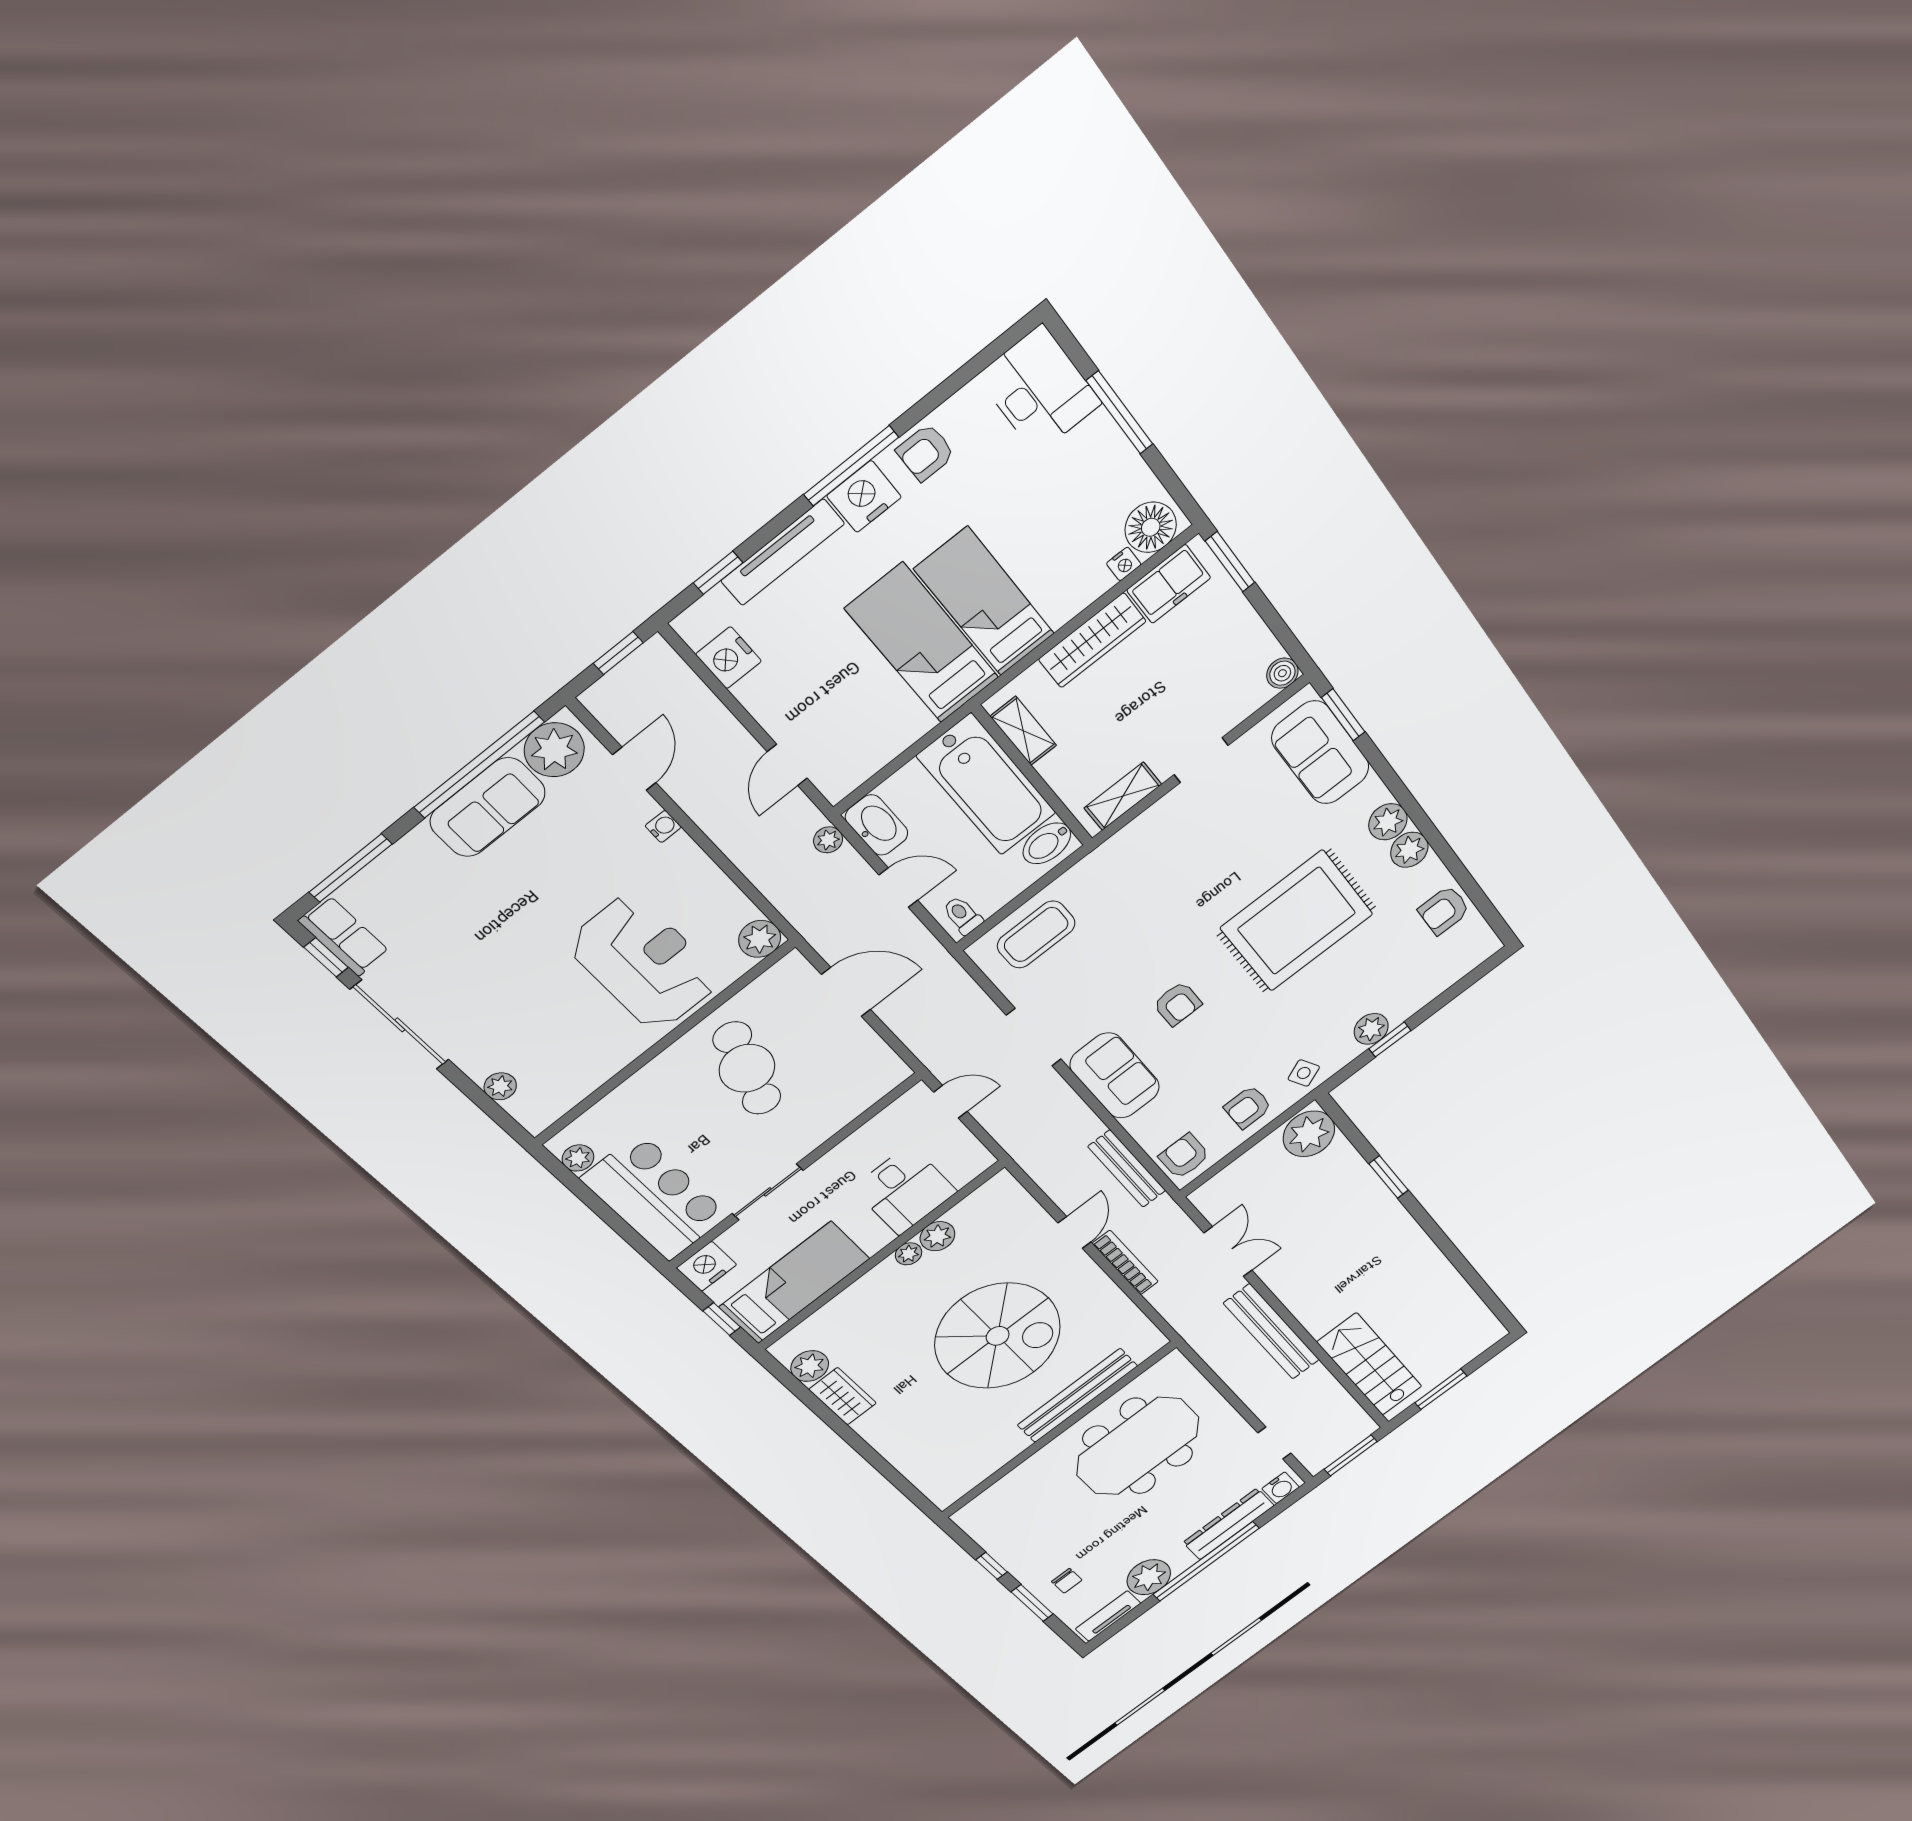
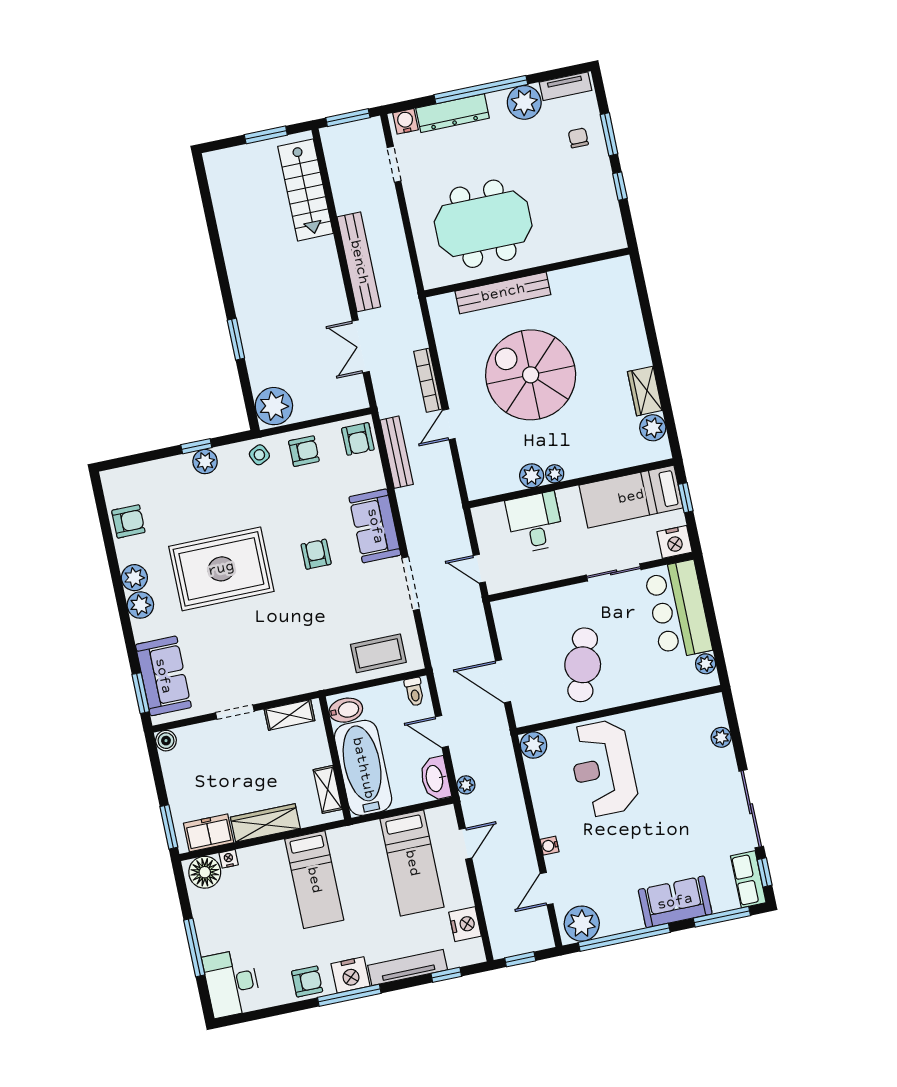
bed: (922, 643) -> (412, 863), moved
sofa: (488, 807) -> (675, 902), moved

